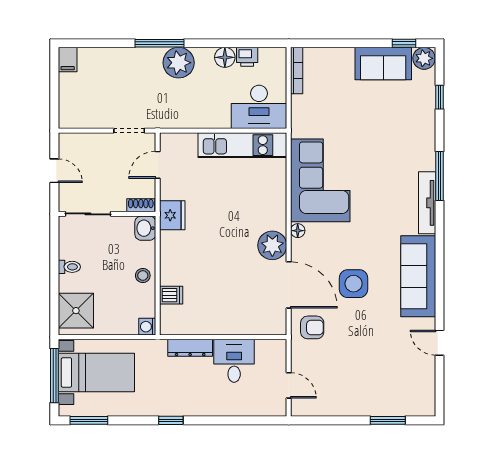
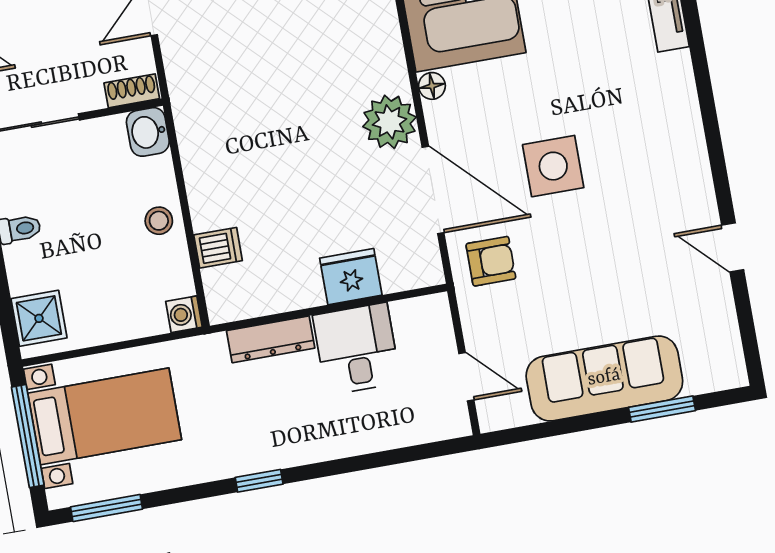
fridge: (172, 215) -> (351, 277), moved, turned -90
sofa: (418, 276) -> (604, 378), moved, turned 90
shower: (76, 311) -> (39, 318), width x0.73, depth x0.73

